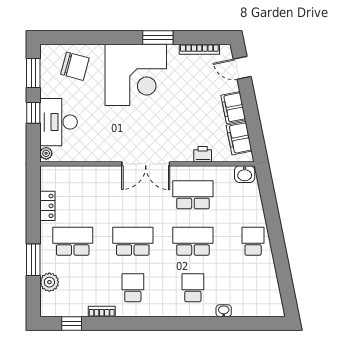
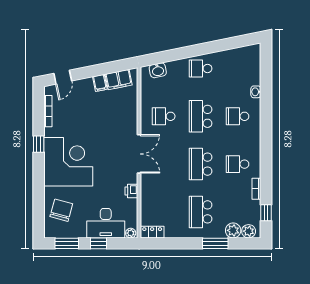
window: (158, 38) -> (39, 144), width x0.67
filing cabinet: (233, 108) -> (100, 83), width x0.50
printer: (203, 154) -> (131, 191), moved
washbasin: (245, 174) -> (158, 70), moved, turned 79
school desk: (193, 195) -> (164, 116), width x0.54
locker: (47, 206) -> (152, 232), moved
plant: (48, 302) -> (249, 231), added

